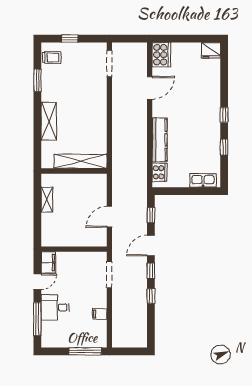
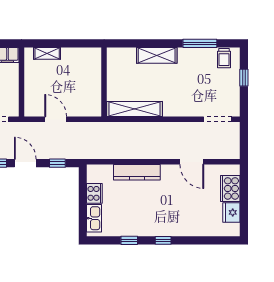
fridge: (211, 50) -> (231, 212), moved
cooker: (161, 55) -> (230, 188), moved, turned 90
window: (37, 80) -> (200, 43), width x1.44
shelving: (80, 161) -> (135, 109), moved, turned 90
cooker: (159, 172) -> (94, 193), moved, turned -90
shelving: (47, 200) -> (47, 53), moved

